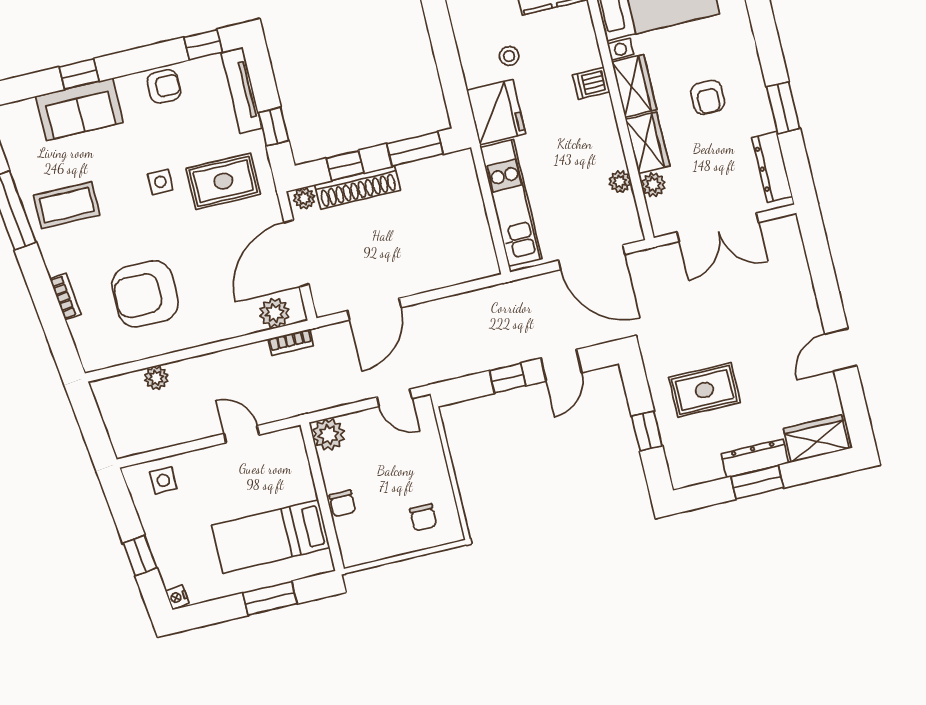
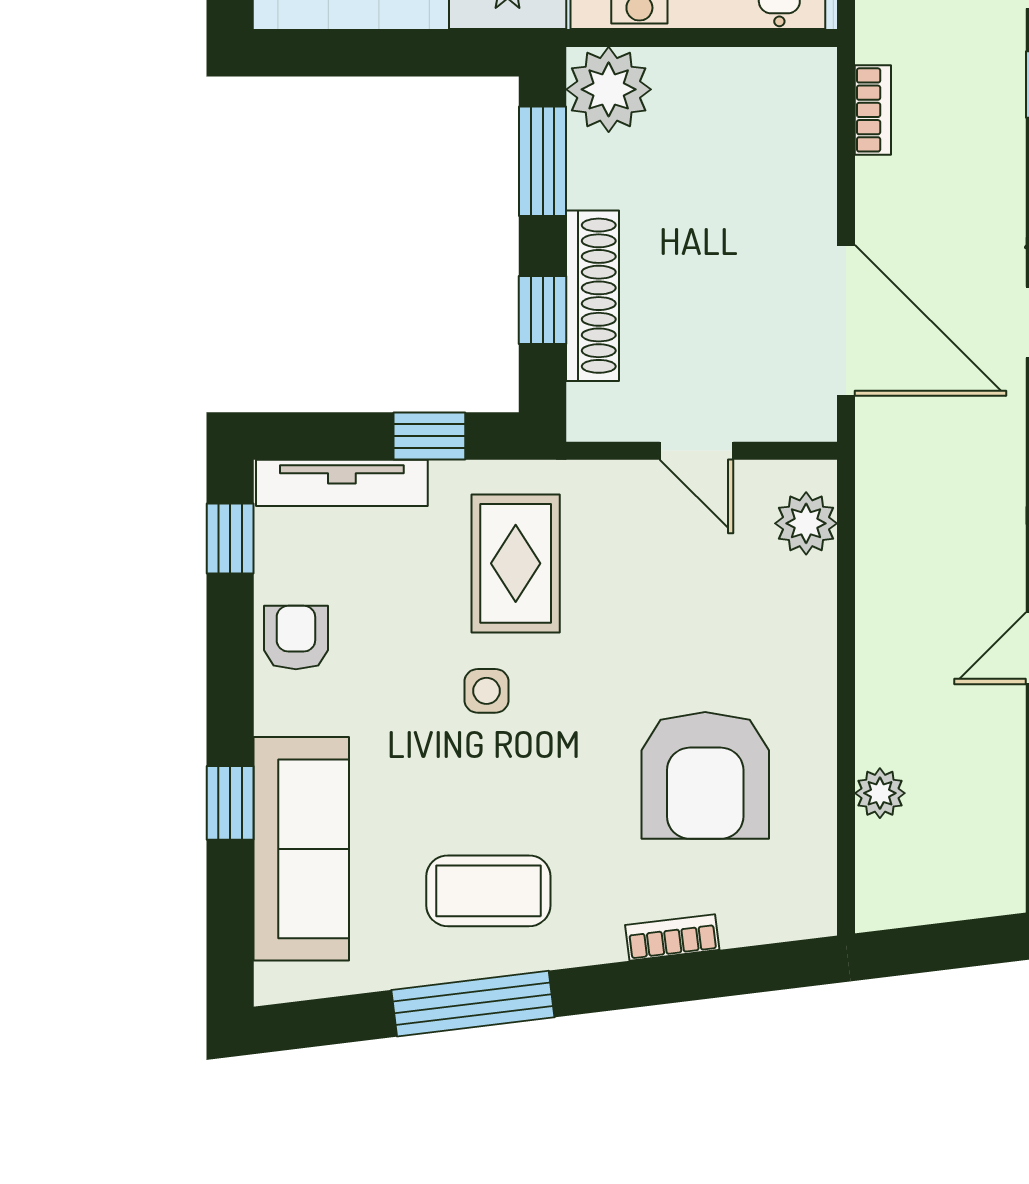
sofa: (79, 109) -> (301, 849), width x1.36
plant: (304, 198) -> (609, 89), moved, width x1.87, depth x1.87
coffee table: (67, 205) -> (488, 891), turned 90
door: (296, 253) -> (696, 451), width x0.53
door: (374, 309) -> (846, 320), width x1.36
bookcase: (291, 342) -> (873, 110), moved

